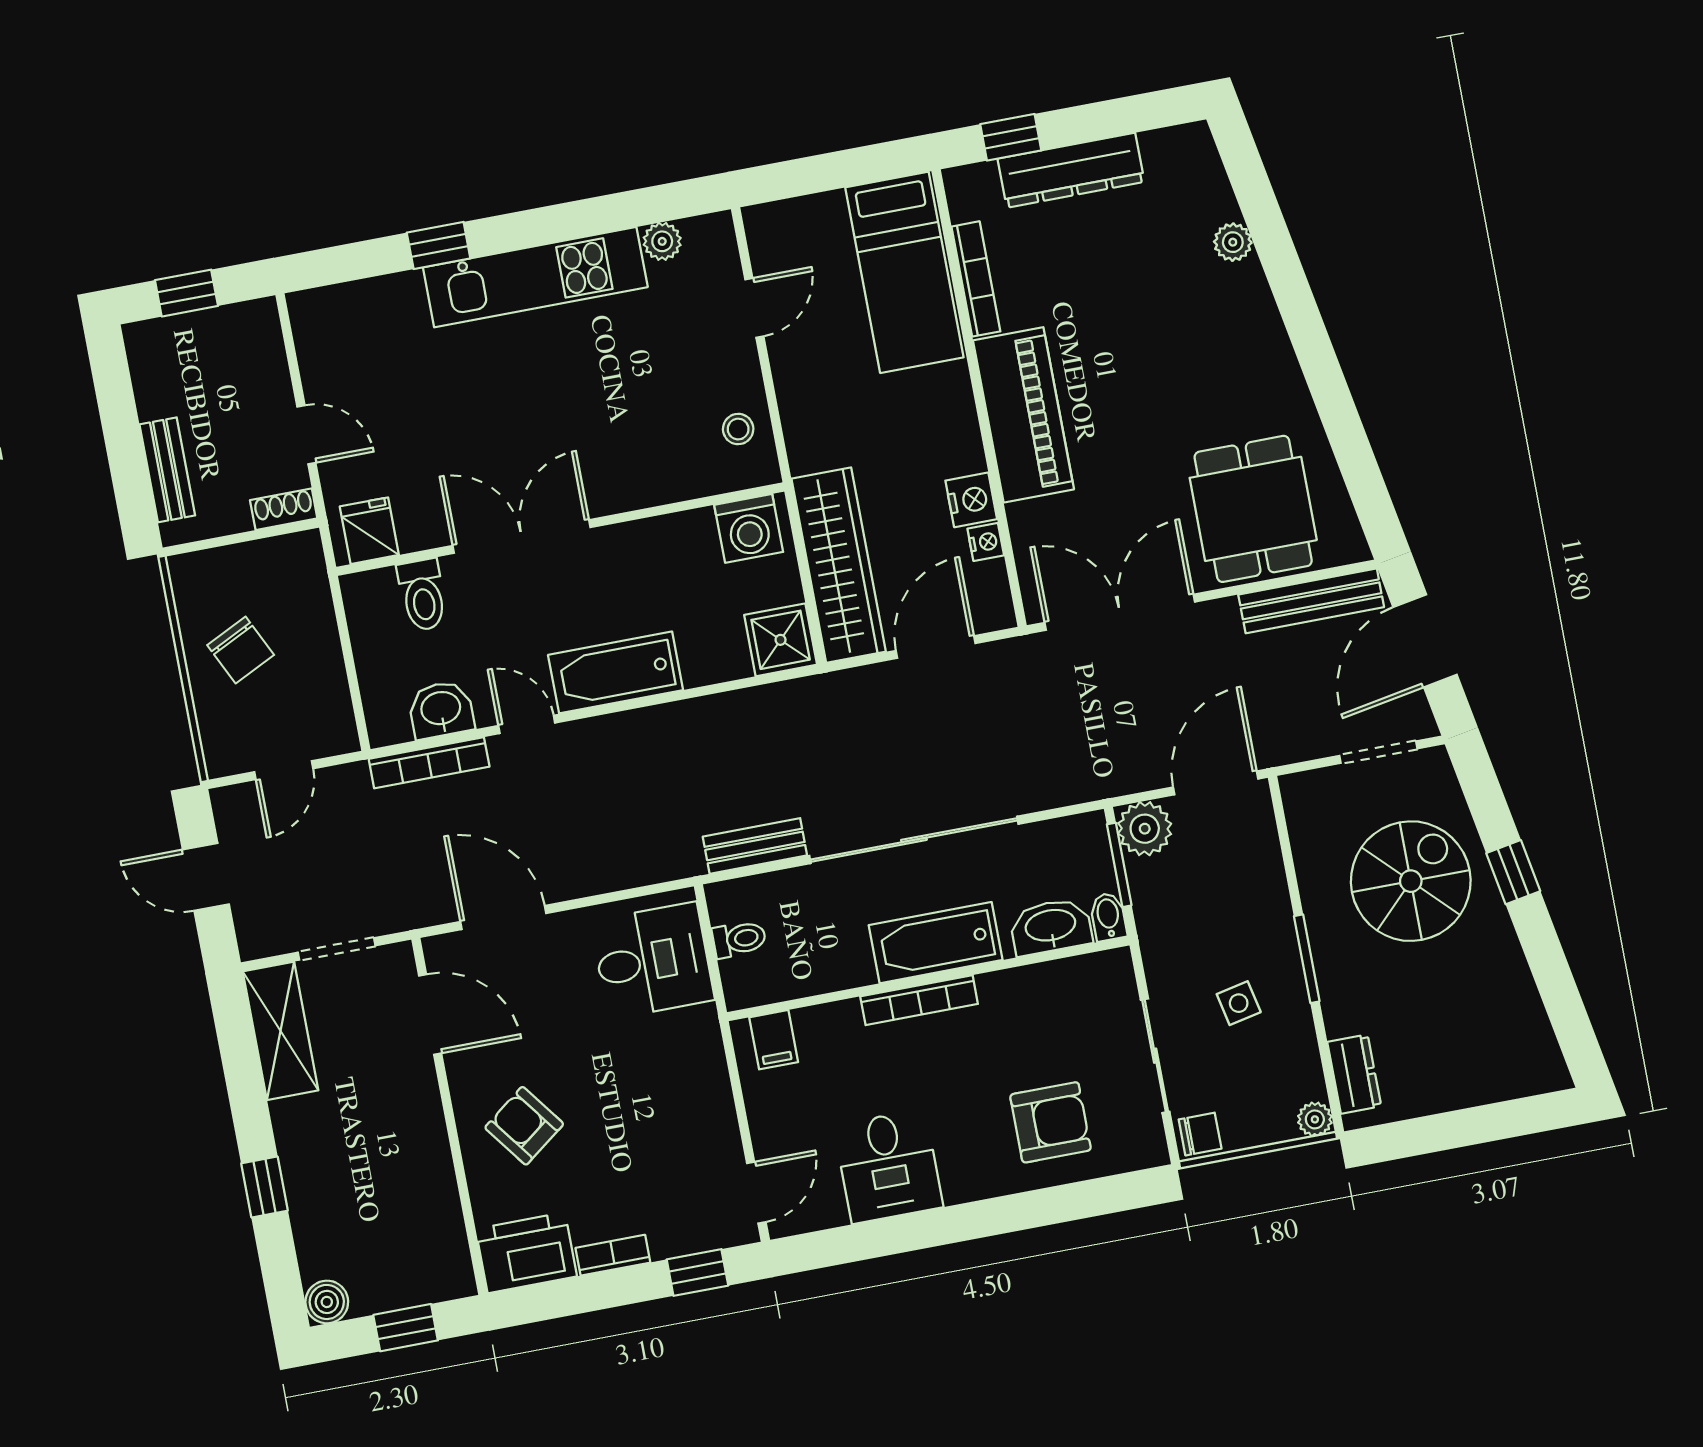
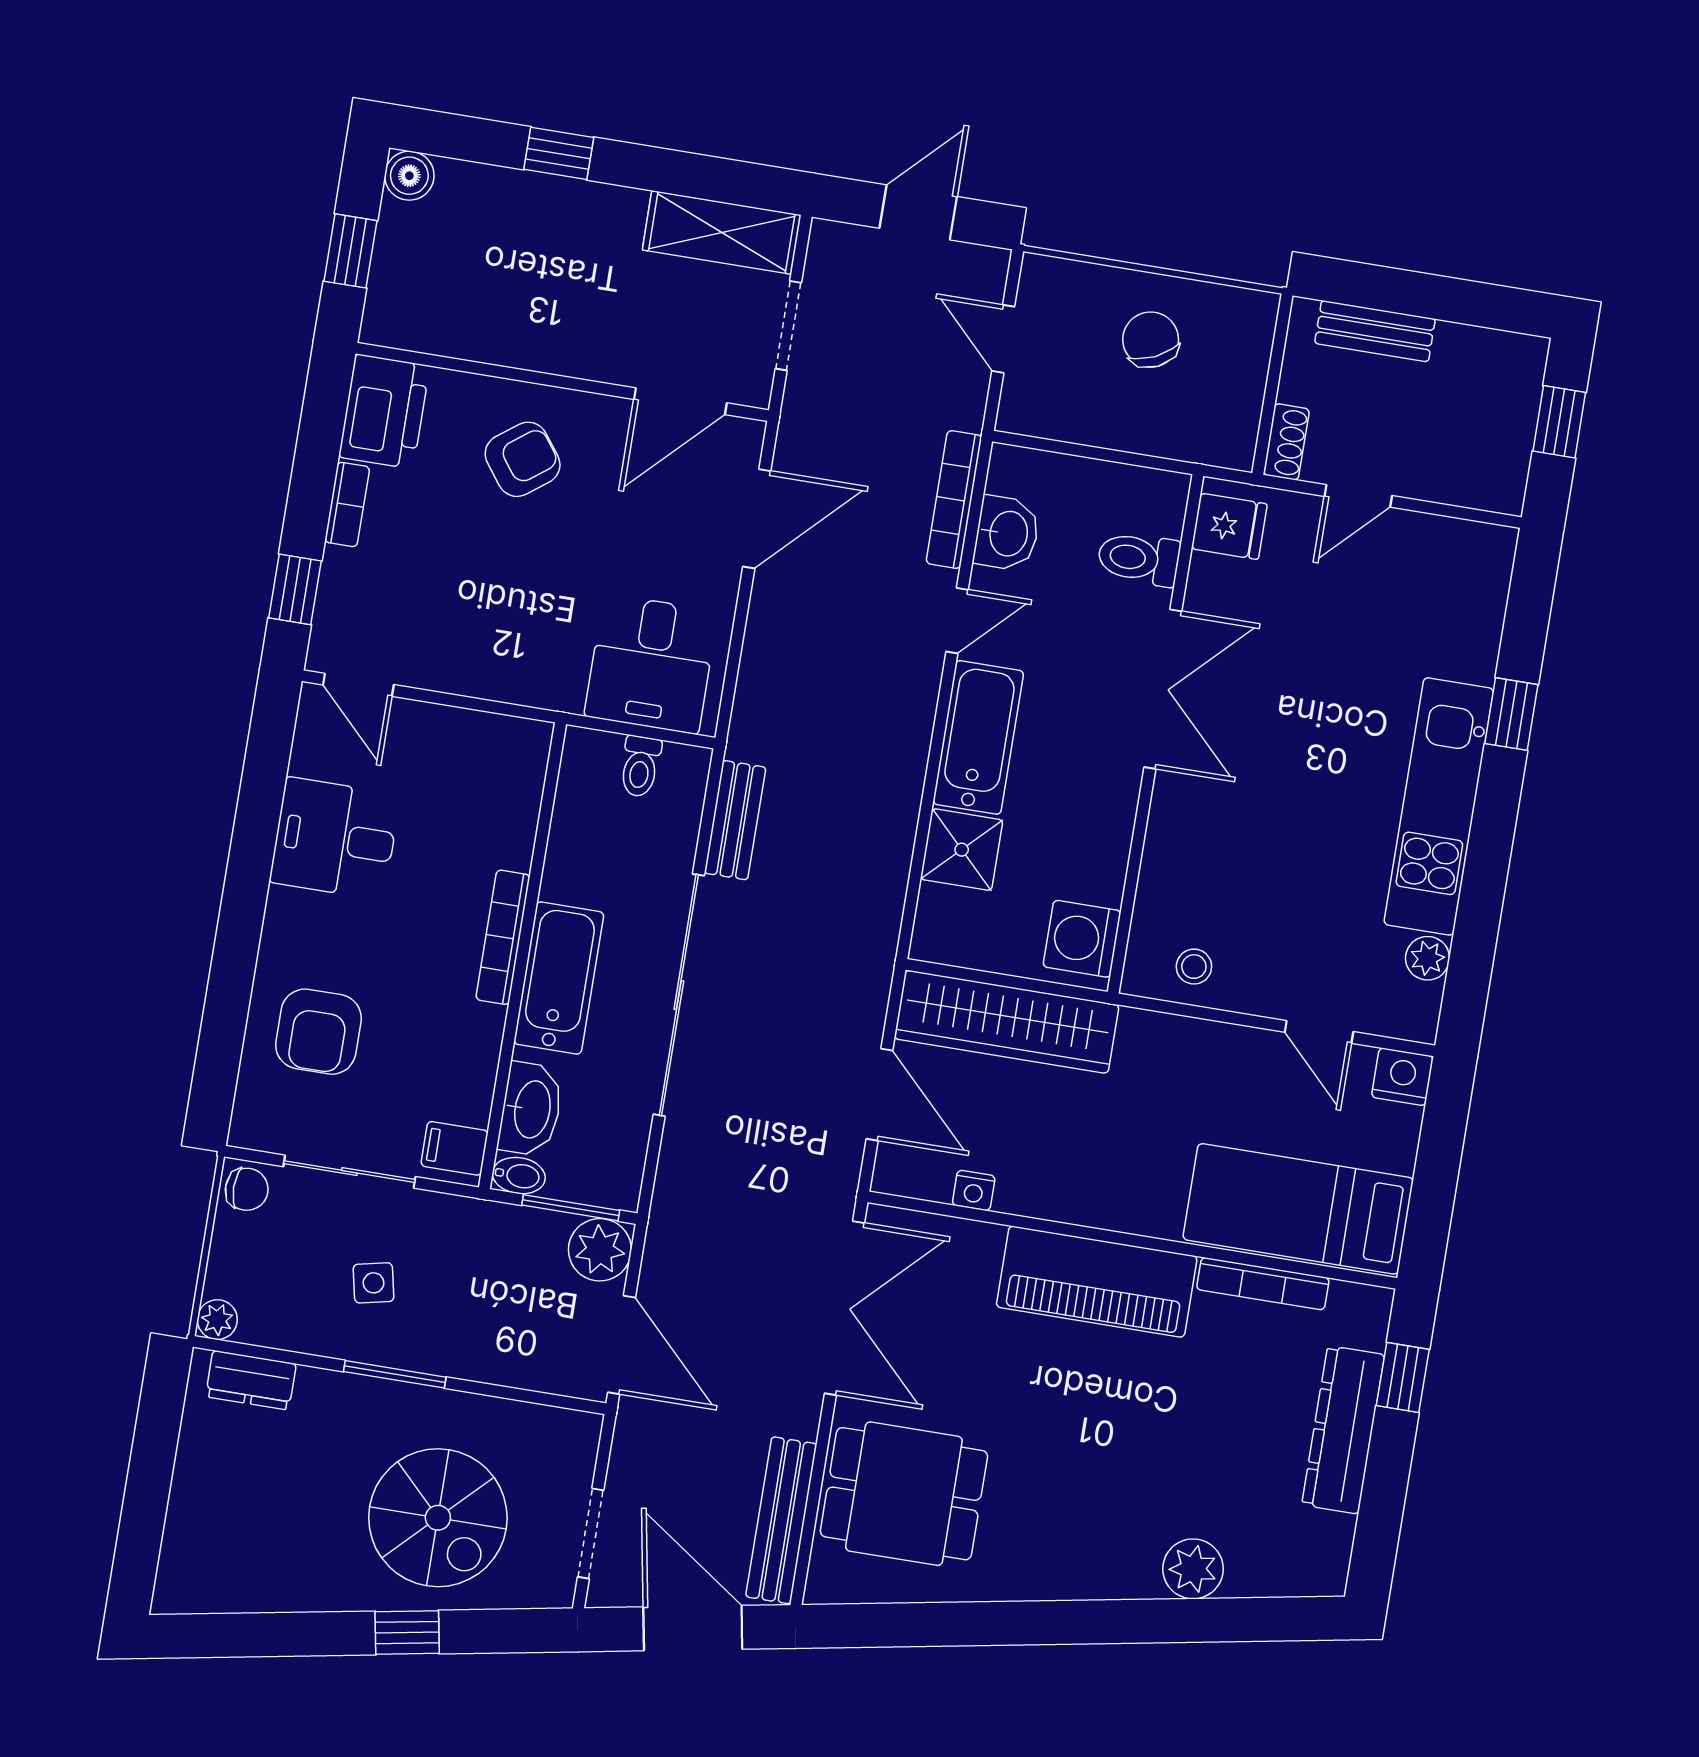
plant: (1233, 242) -> (1193, 1569), width x1.38, depth x1.38
nightstand: (971, 500) -> (1402, 1077), moved, turned 180
shower: (781, 640) -> (962, 850), moved
chair: (241, 650) -> (1151, 340), turned 91
filing cabinet: (774, 1040) -> (454, 1148), moved
chair: (1200, 1134) -> (247, 1189), turned -90

